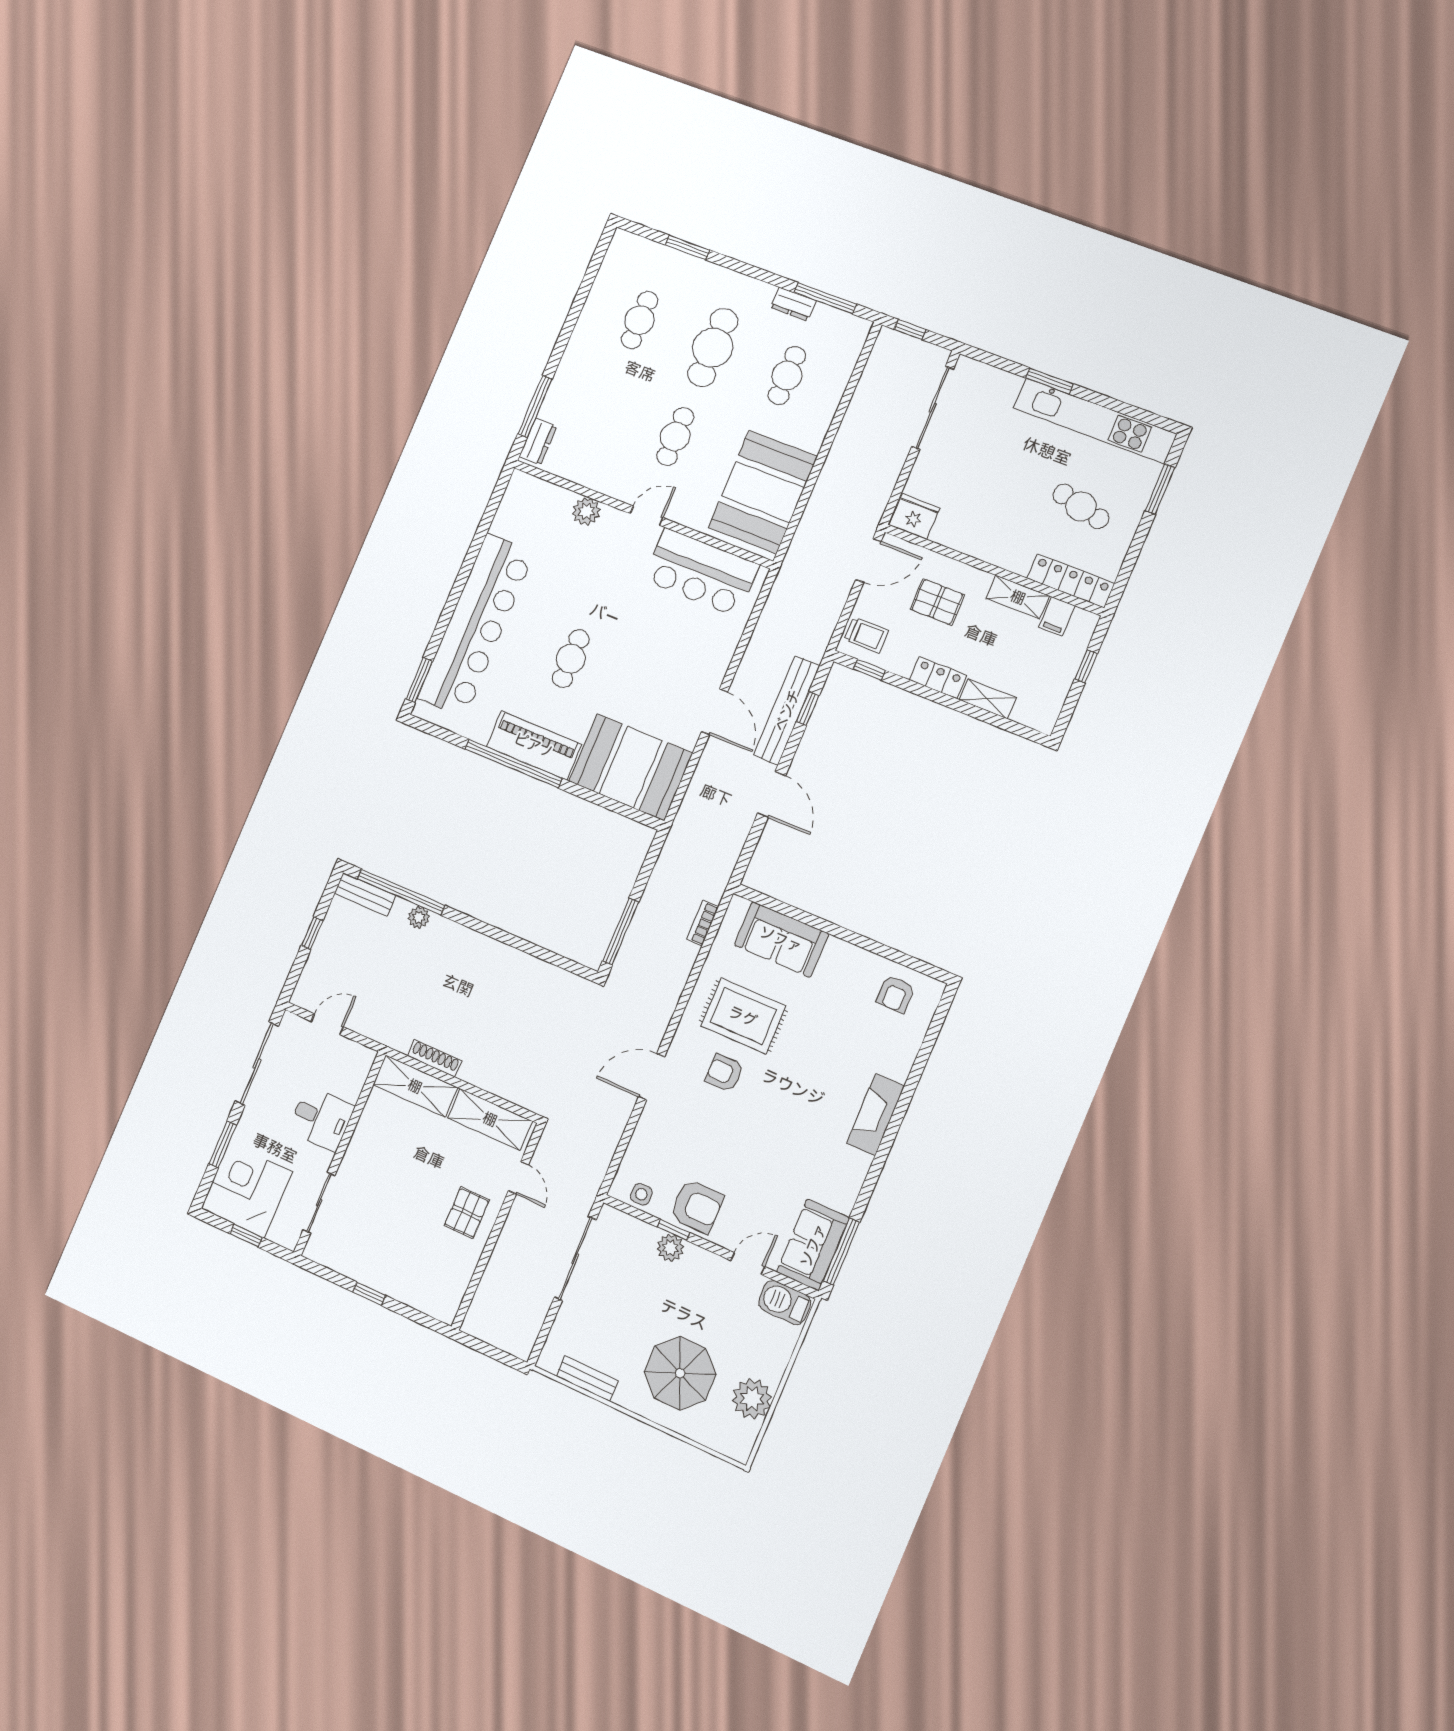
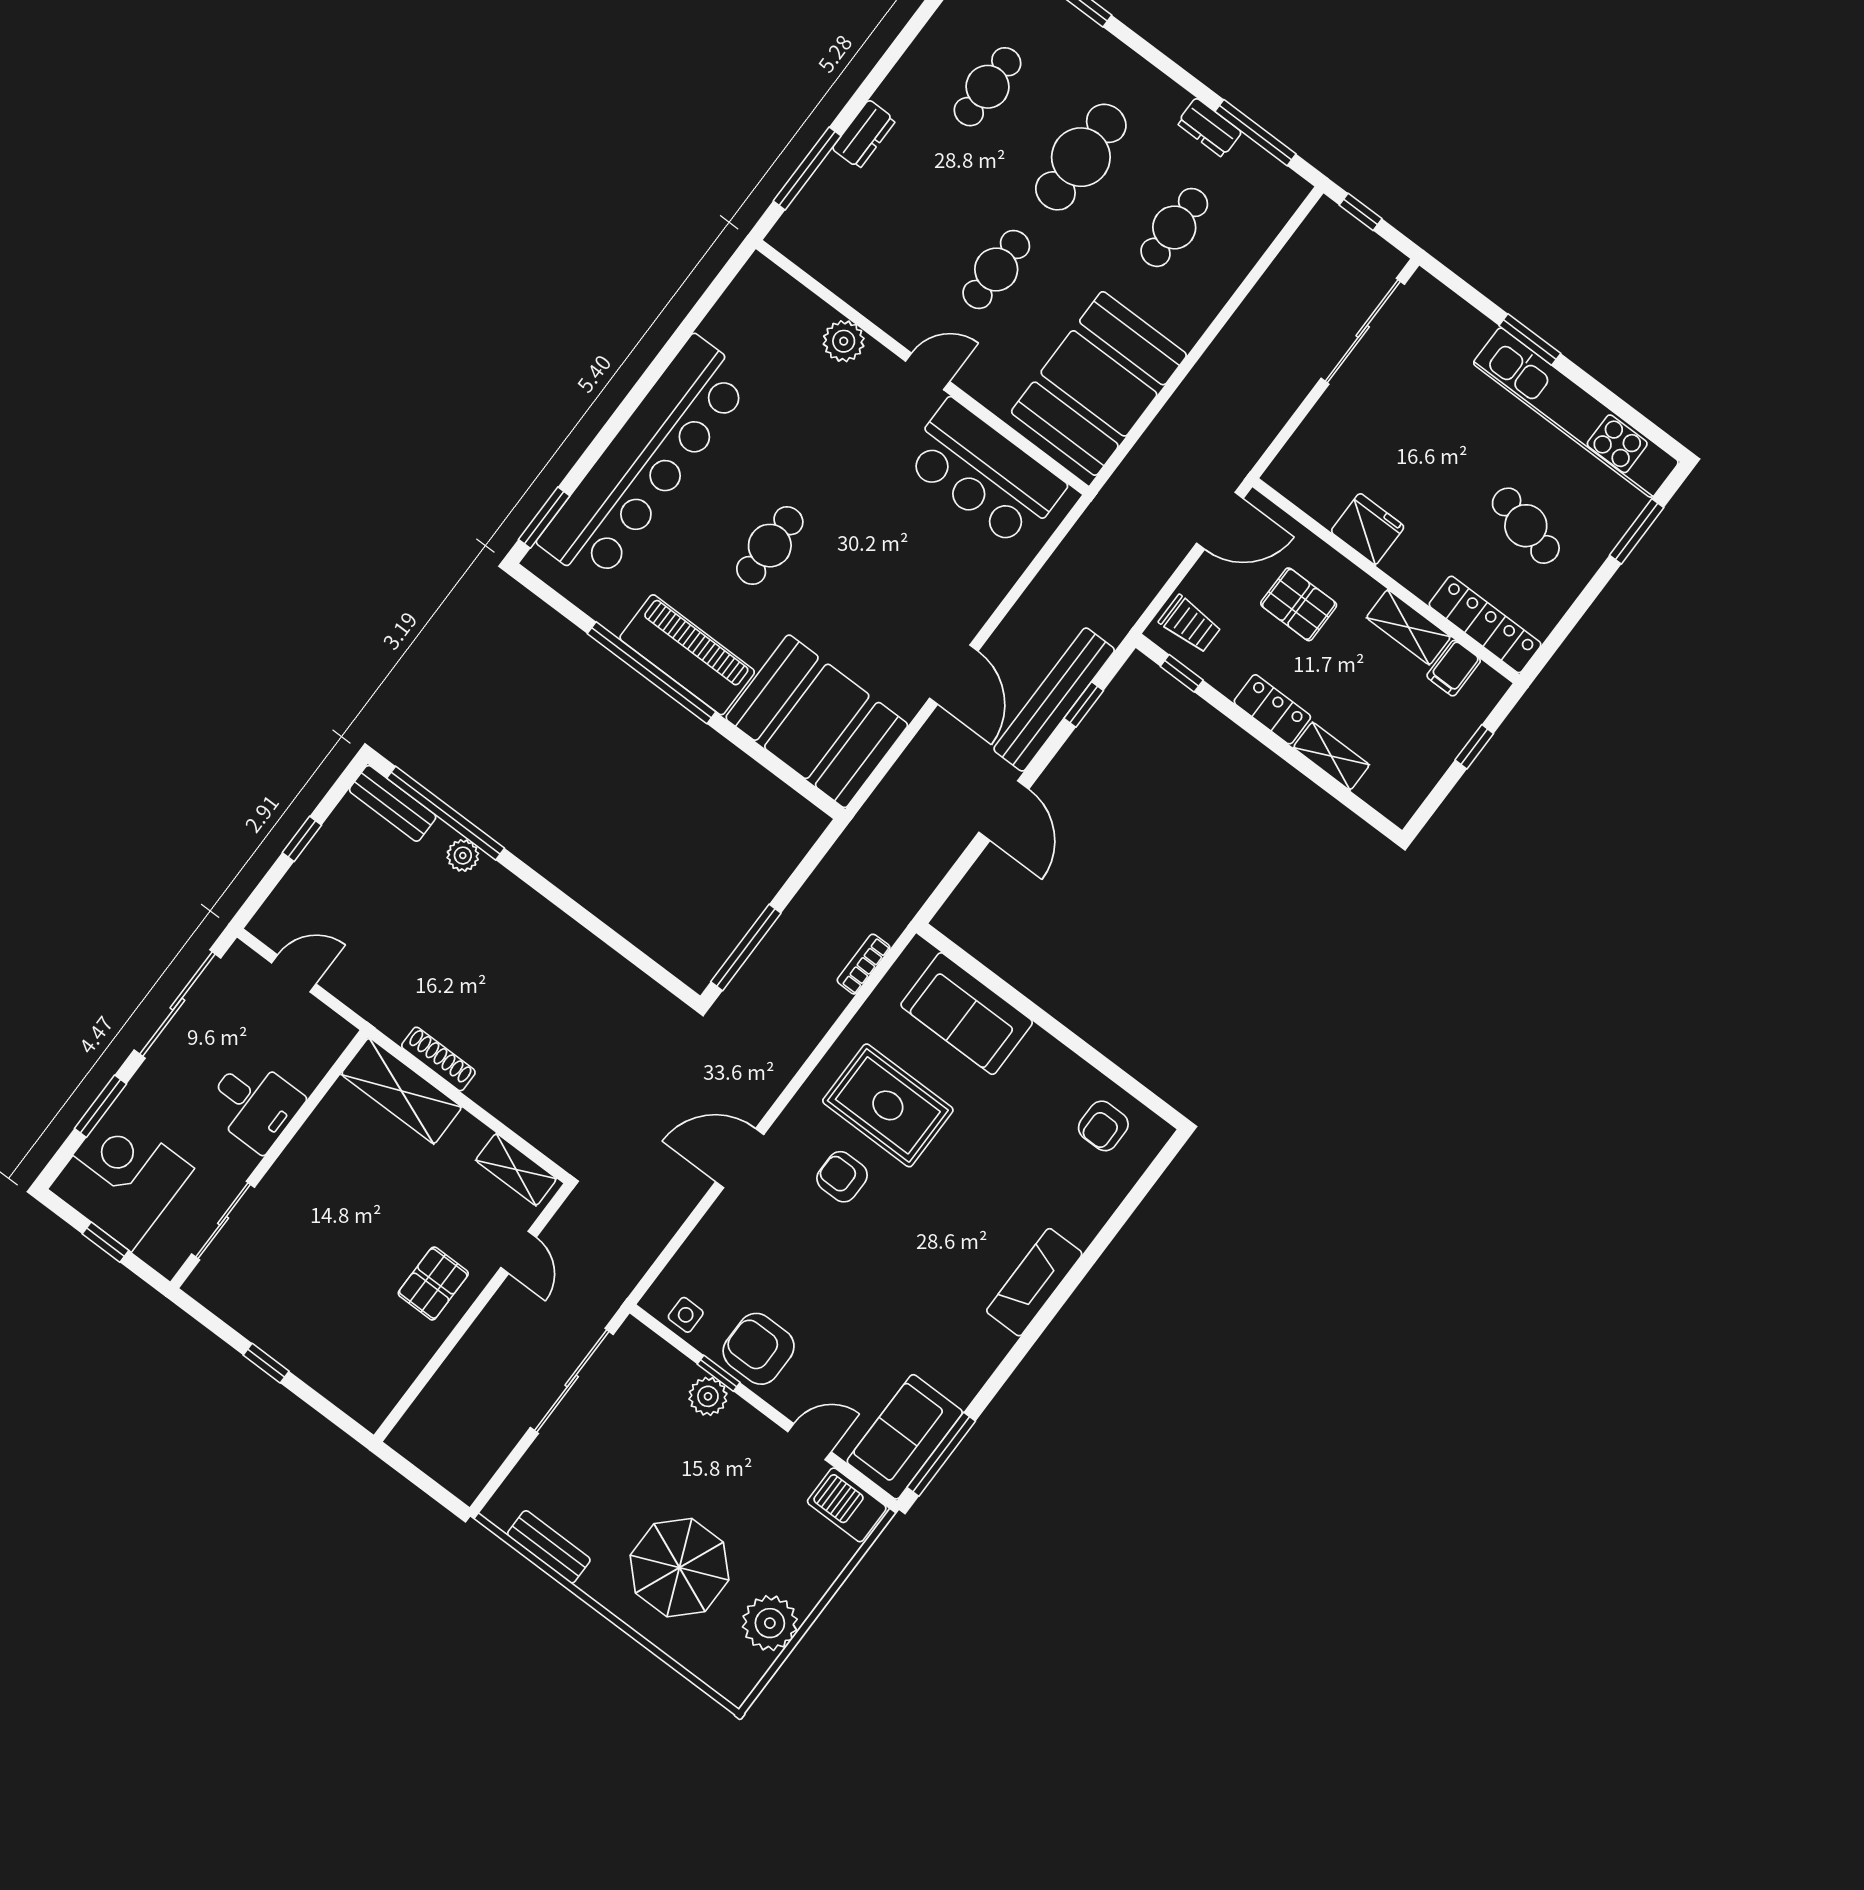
dresser: (538, 442) -> (864, 134), moved
fridge: (914, 516) -> (1368, 529), moved
shelving: (490, 1119) -> (516, 1170), width x0.67, depth x0.75
armchair: (697, 1206) -> (759, 1349), turned 180

